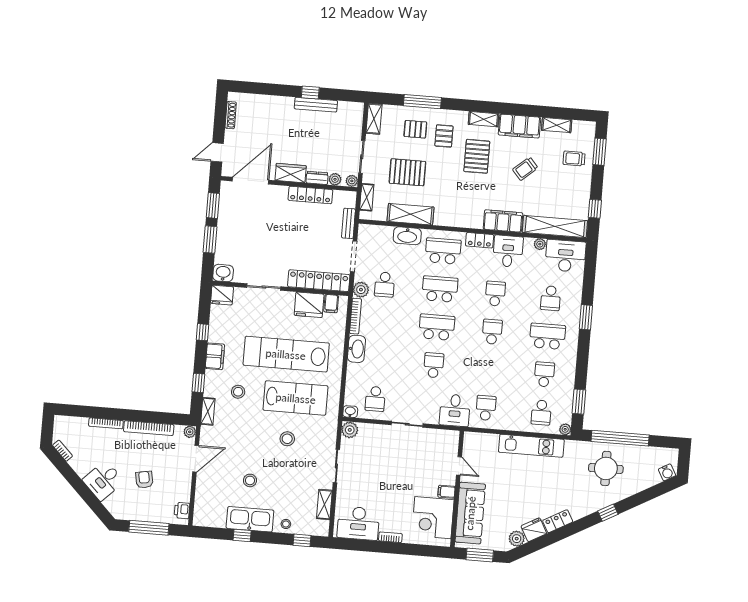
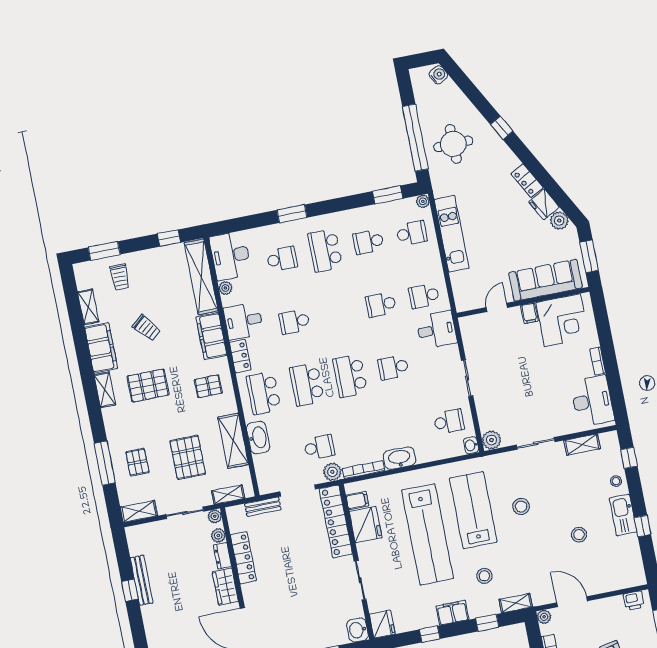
pallet: (444, 136) -> (208, 386), moved
school desk: (492, 332) -> (381, 305), moved
kitchen sink: (250, 519) -> (623, 515), width x0.73, depth x0.81

